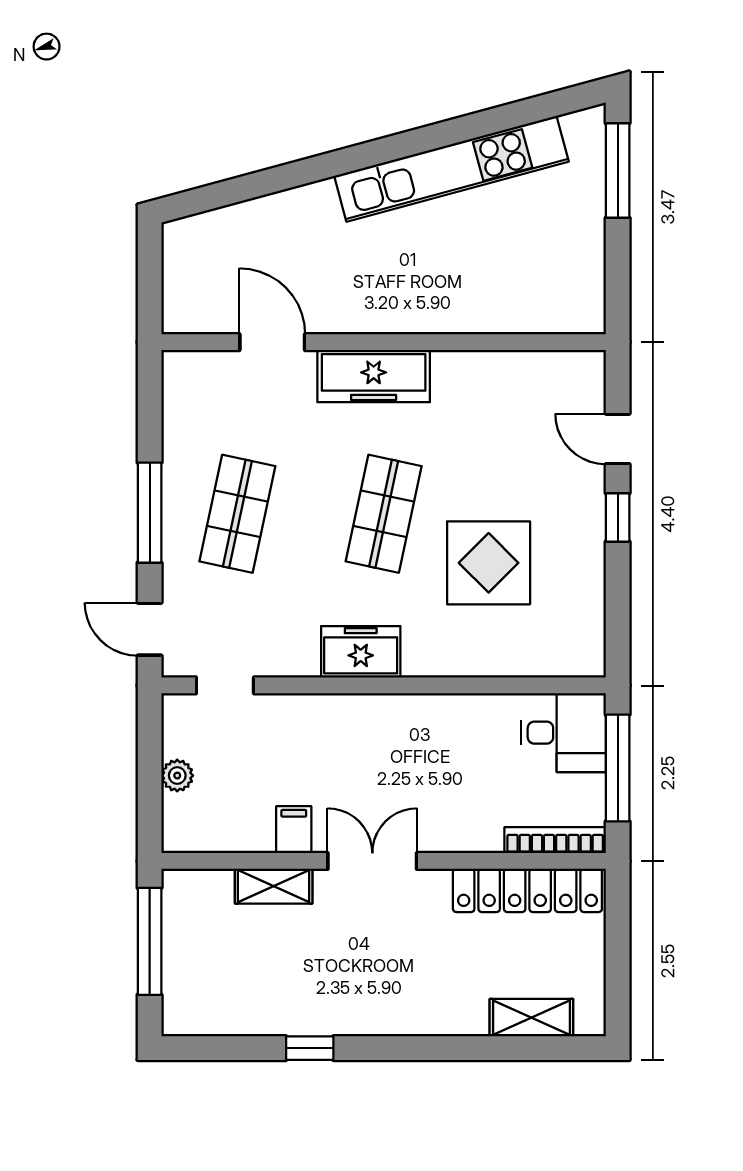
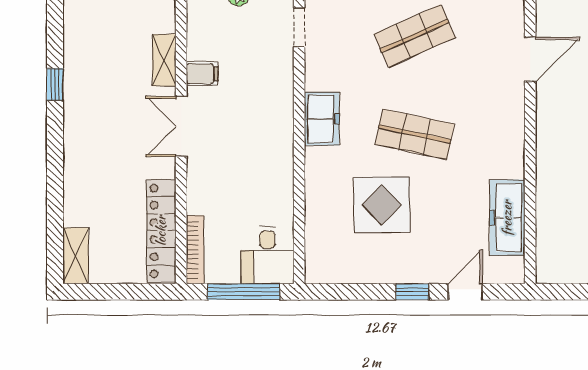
freezer: (374, 376) -> (507, 218), moved
shop shelf: (237, 514) -> (415, 36), turned -36
double door: (372, 861) -> (181, 127), swing flipped
shelving: (531, 1018) -> (76, 256), moved

